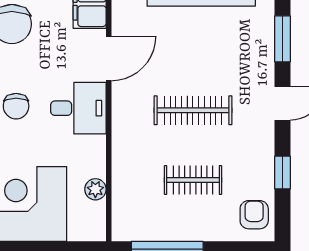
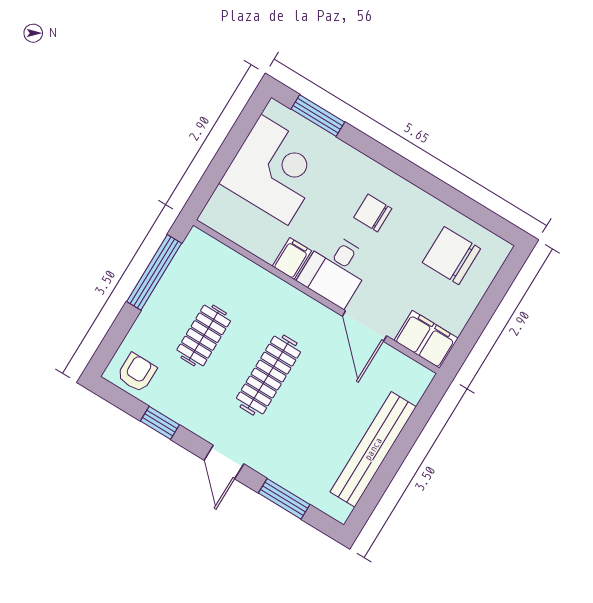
filing cabinet: (90, 148) -> (292, 259), added
plant: (95, 189) -> (250, 240), removed
armchair: (254, 215) -> (137, 373), turned -90

